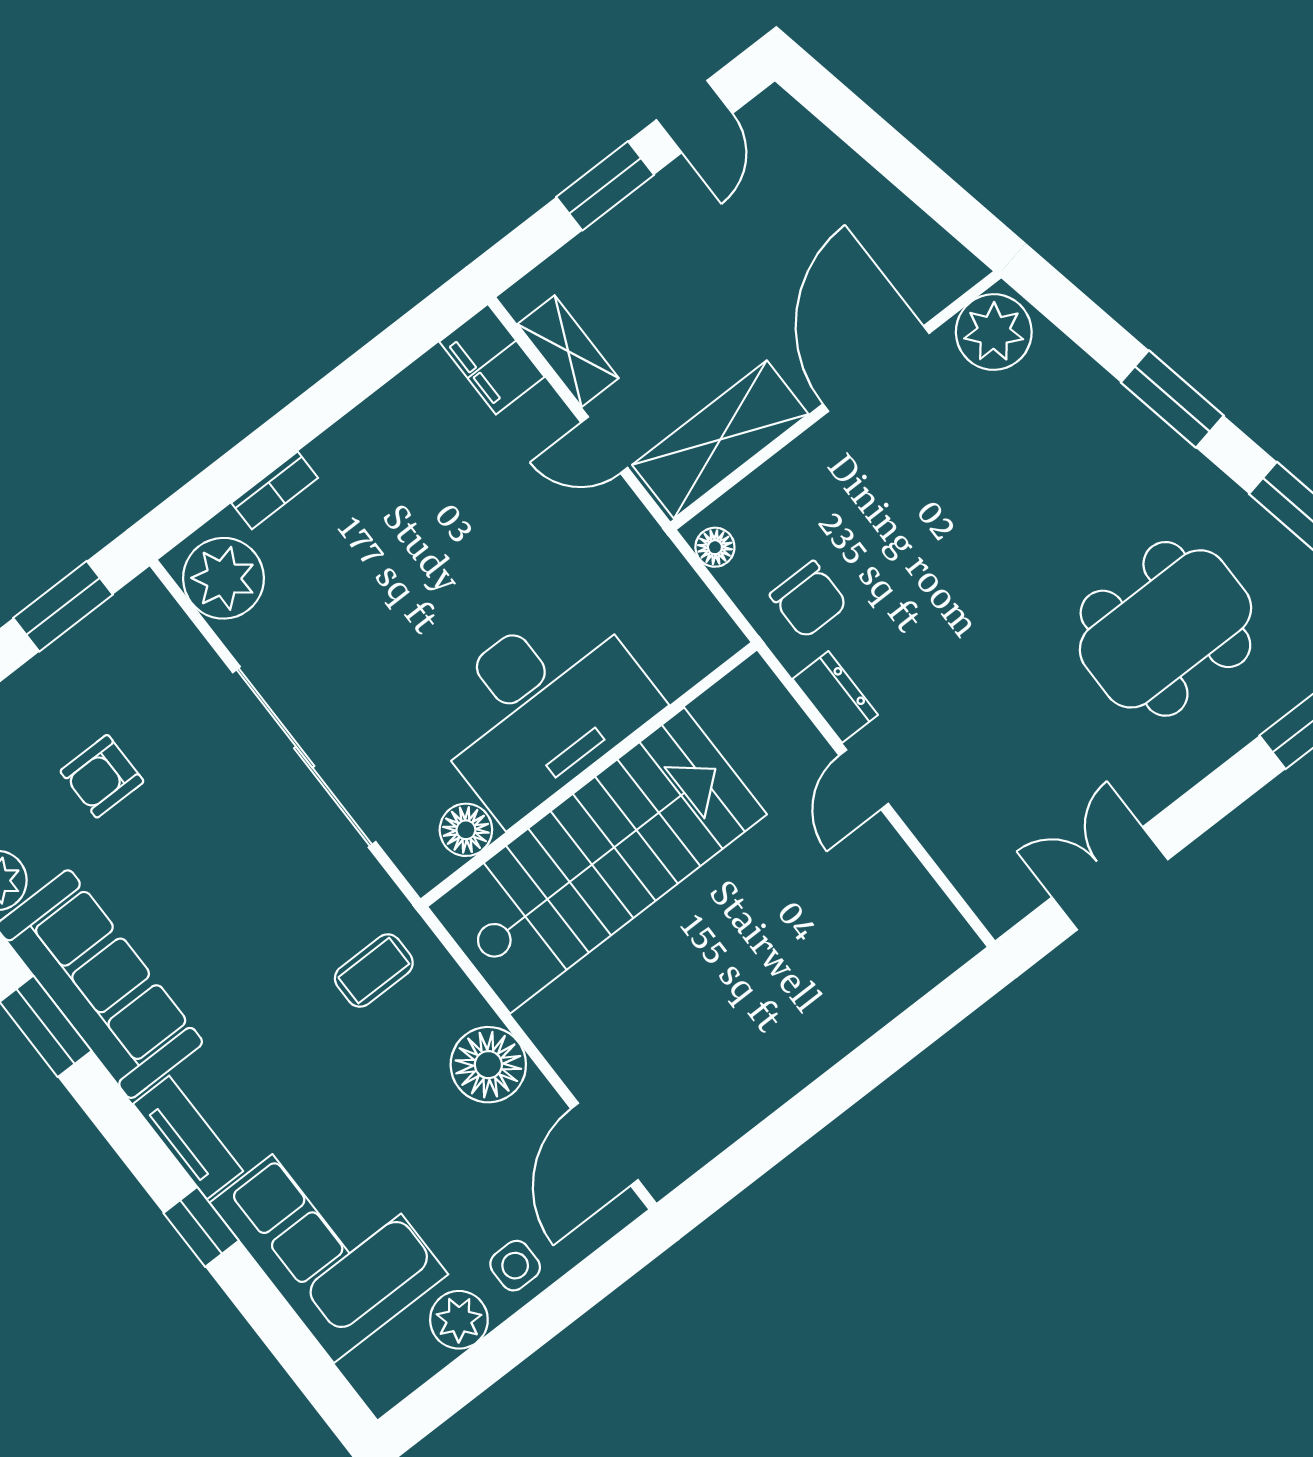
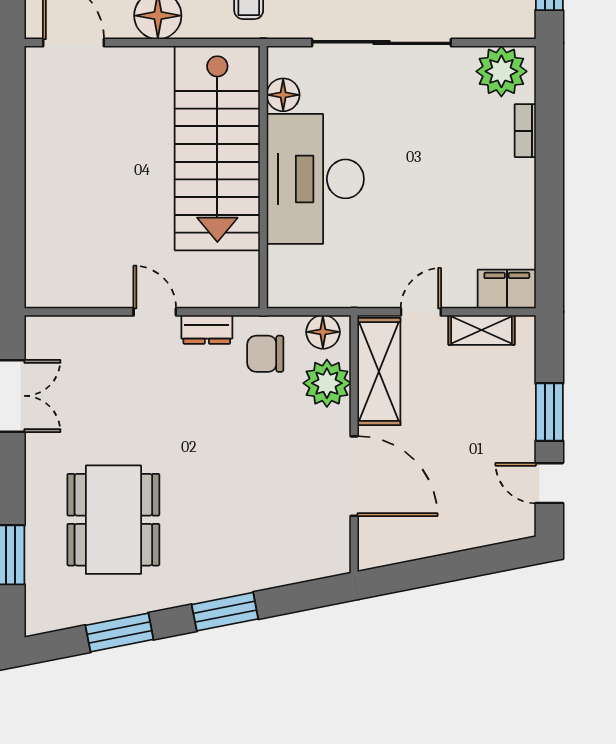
plant: (994, 332) -> (327, 383), moved
floor lamp: (715, 547) -> (323, 332), width x1.37, depth x1.37

